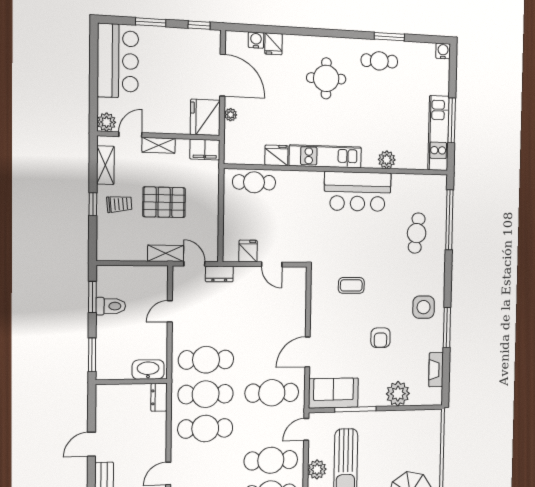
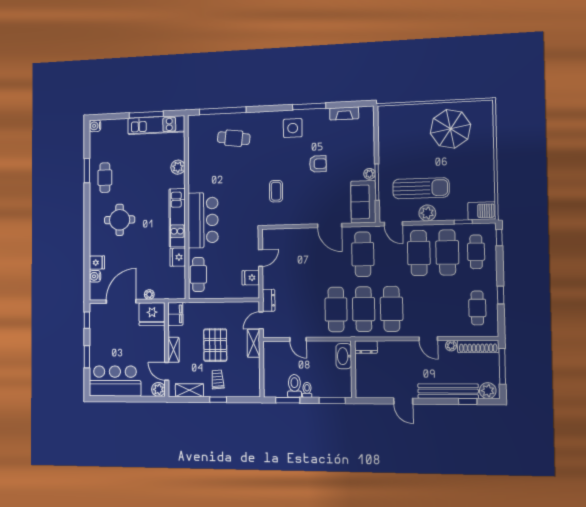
bar counter: (358, 191) -> (203, 220), moved
toilet: (106, 322) -> (307, 390), added
plant: (398, 394) -> (369, 174), moved, width x0.53, depth x0.53

